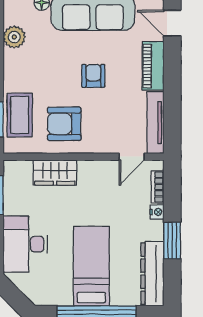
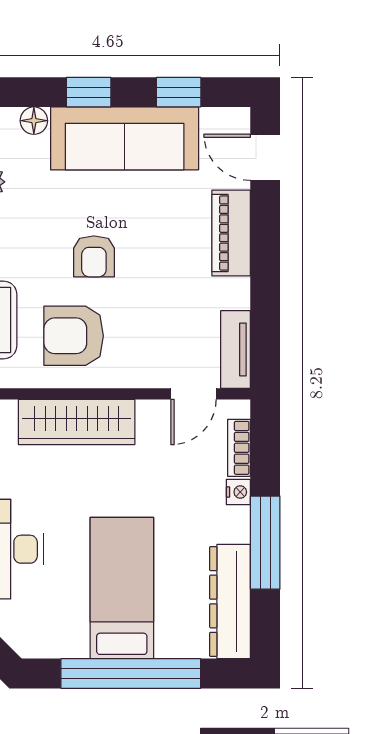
armchair: (93, 76) -> (94, 256), moved, turned 180
tv unit: (155, 123) -> (236, 350), width x0.71
wardrobe: (55, 172) -> (77, 422), width x1.50
window: (172, 240) -> (265, 543), width x1.44

